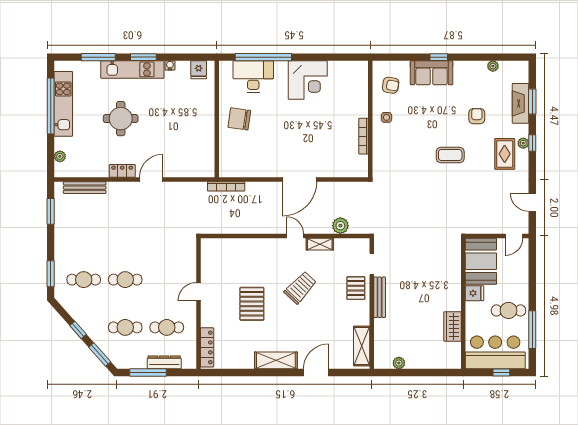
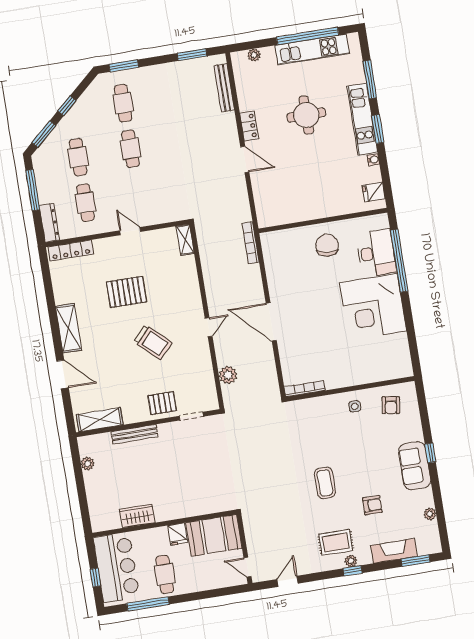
sofa: (432, 73) -> (415, 466), moved
corner desk: (308, 80) -> (373, 307), width x1.36, depth x1.36
window: (532, 101) -> (416, 561), moved
bookcase: (364, 136) -> (305, 389), moved
shelving: (320, 244) -> (185, 240), moved
bench: (380, 297) -> (134, 434), moved
dresser: (164, 362) -> (49, 223), moved

